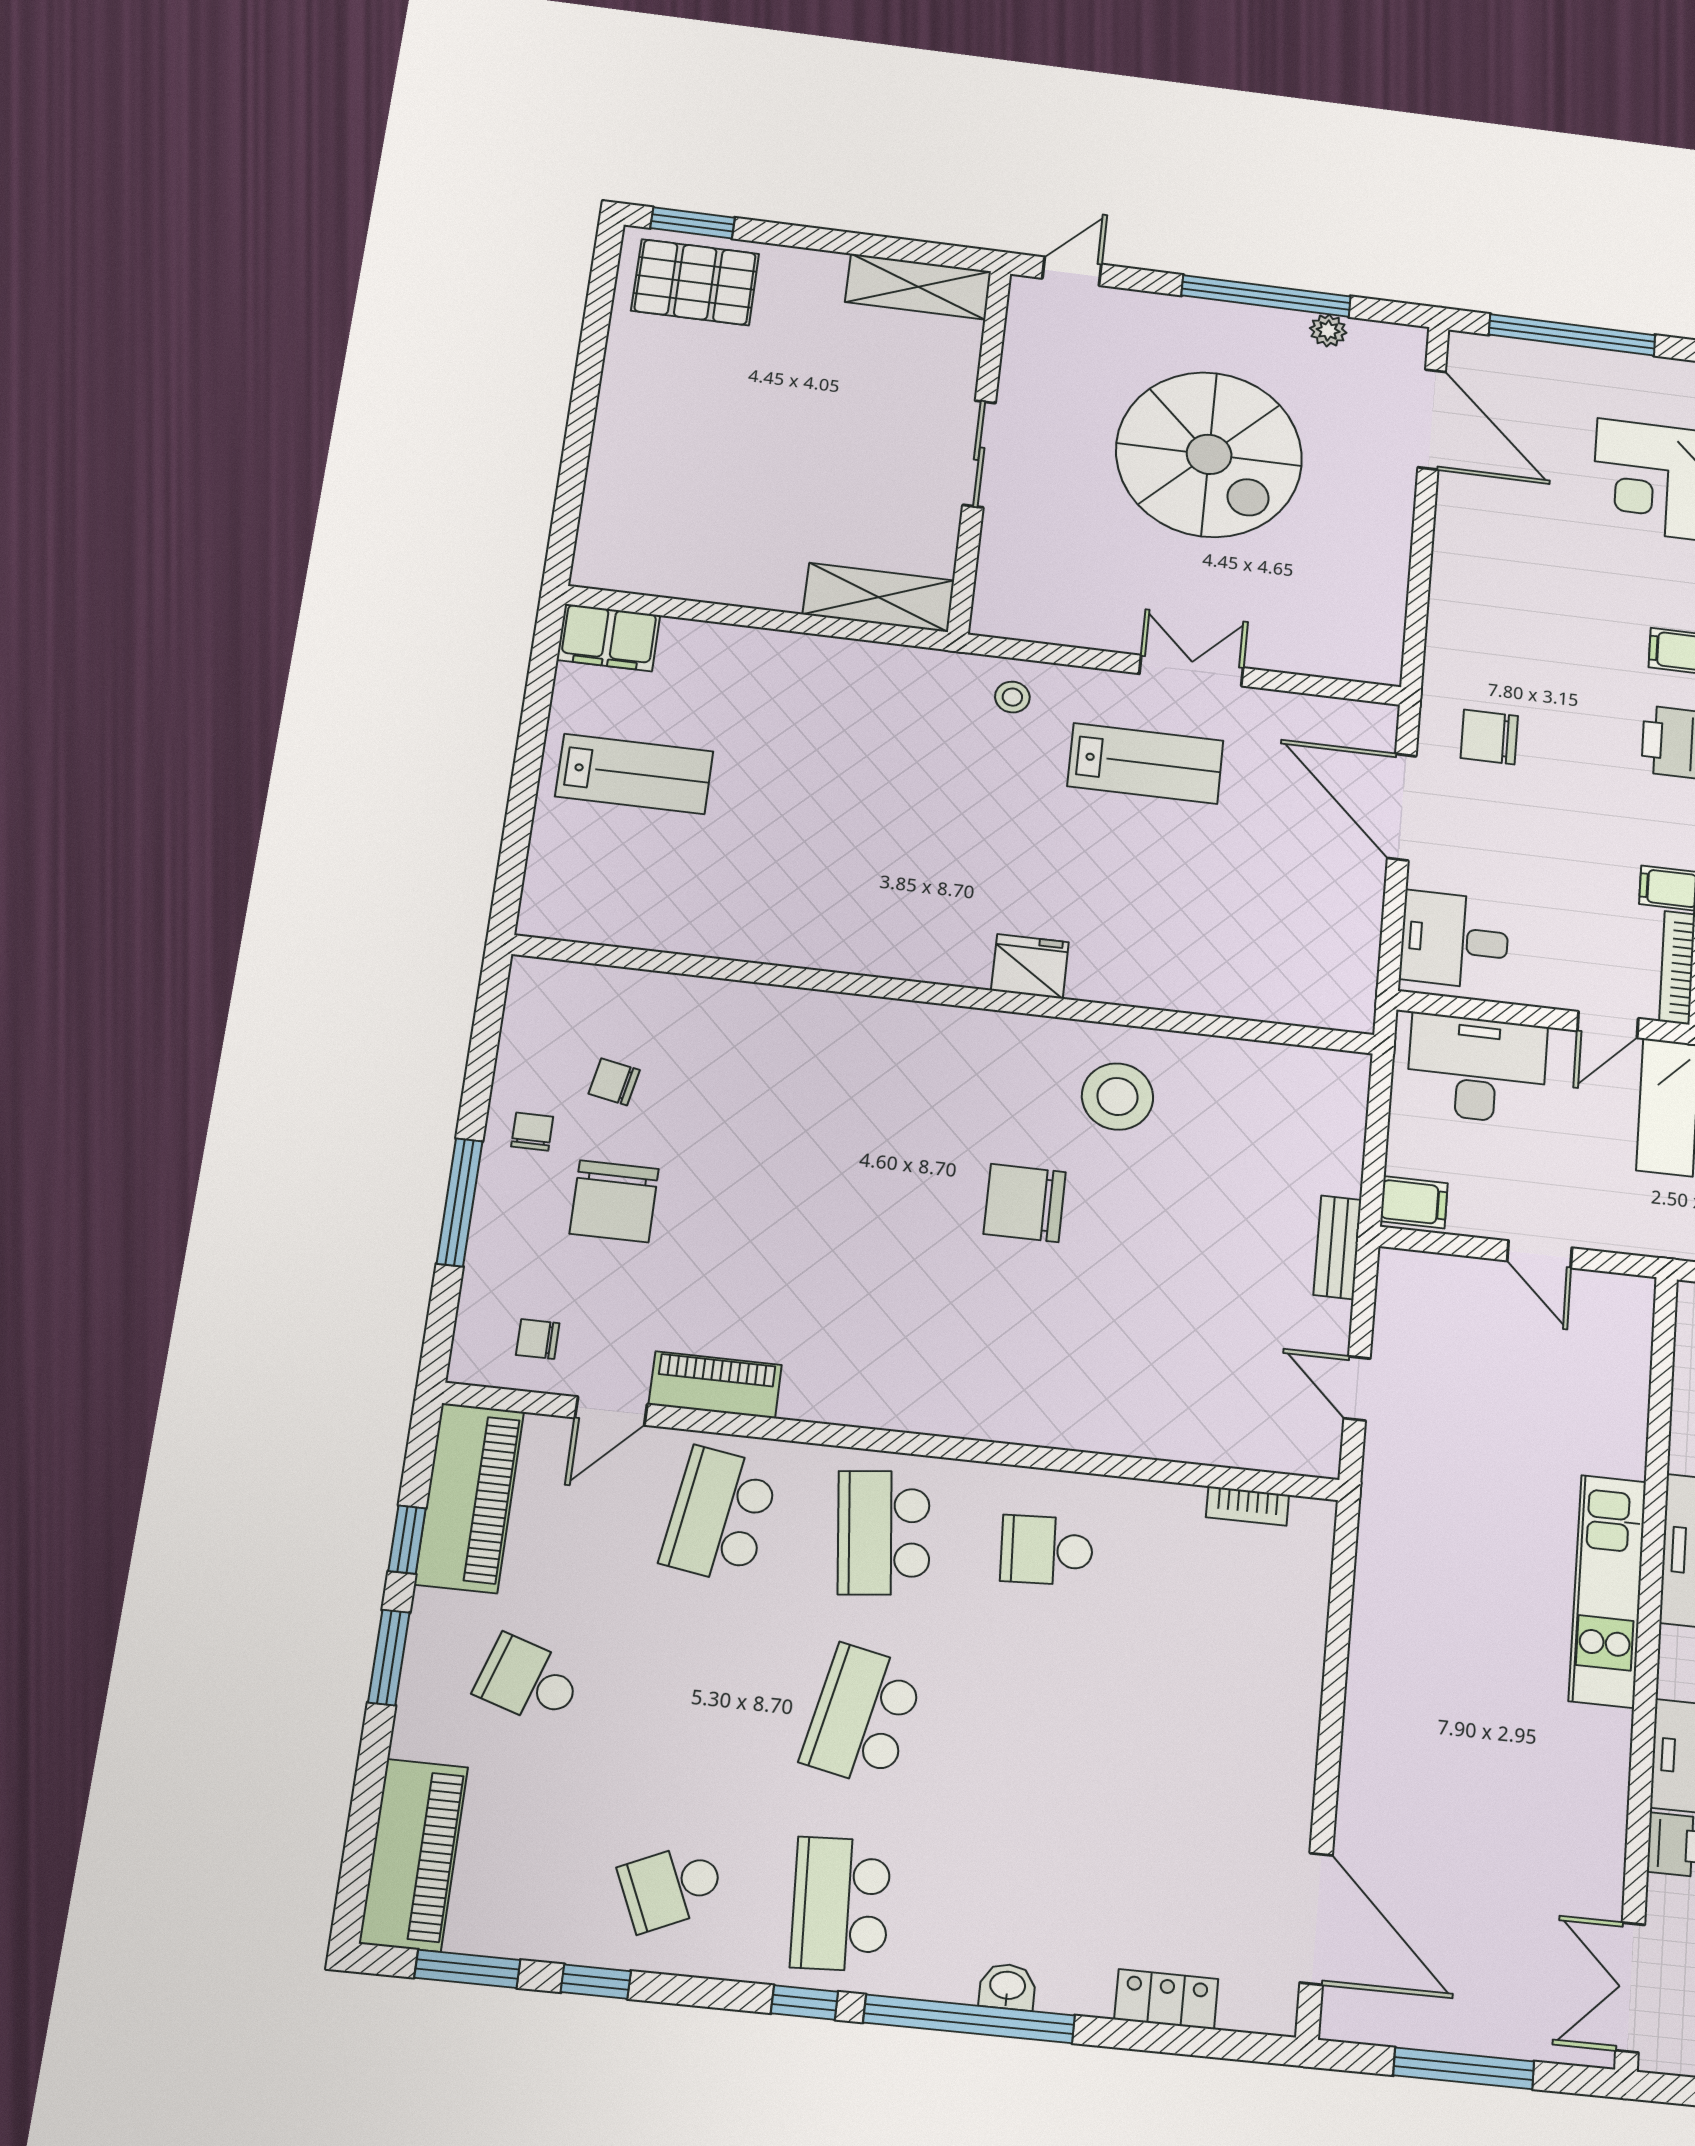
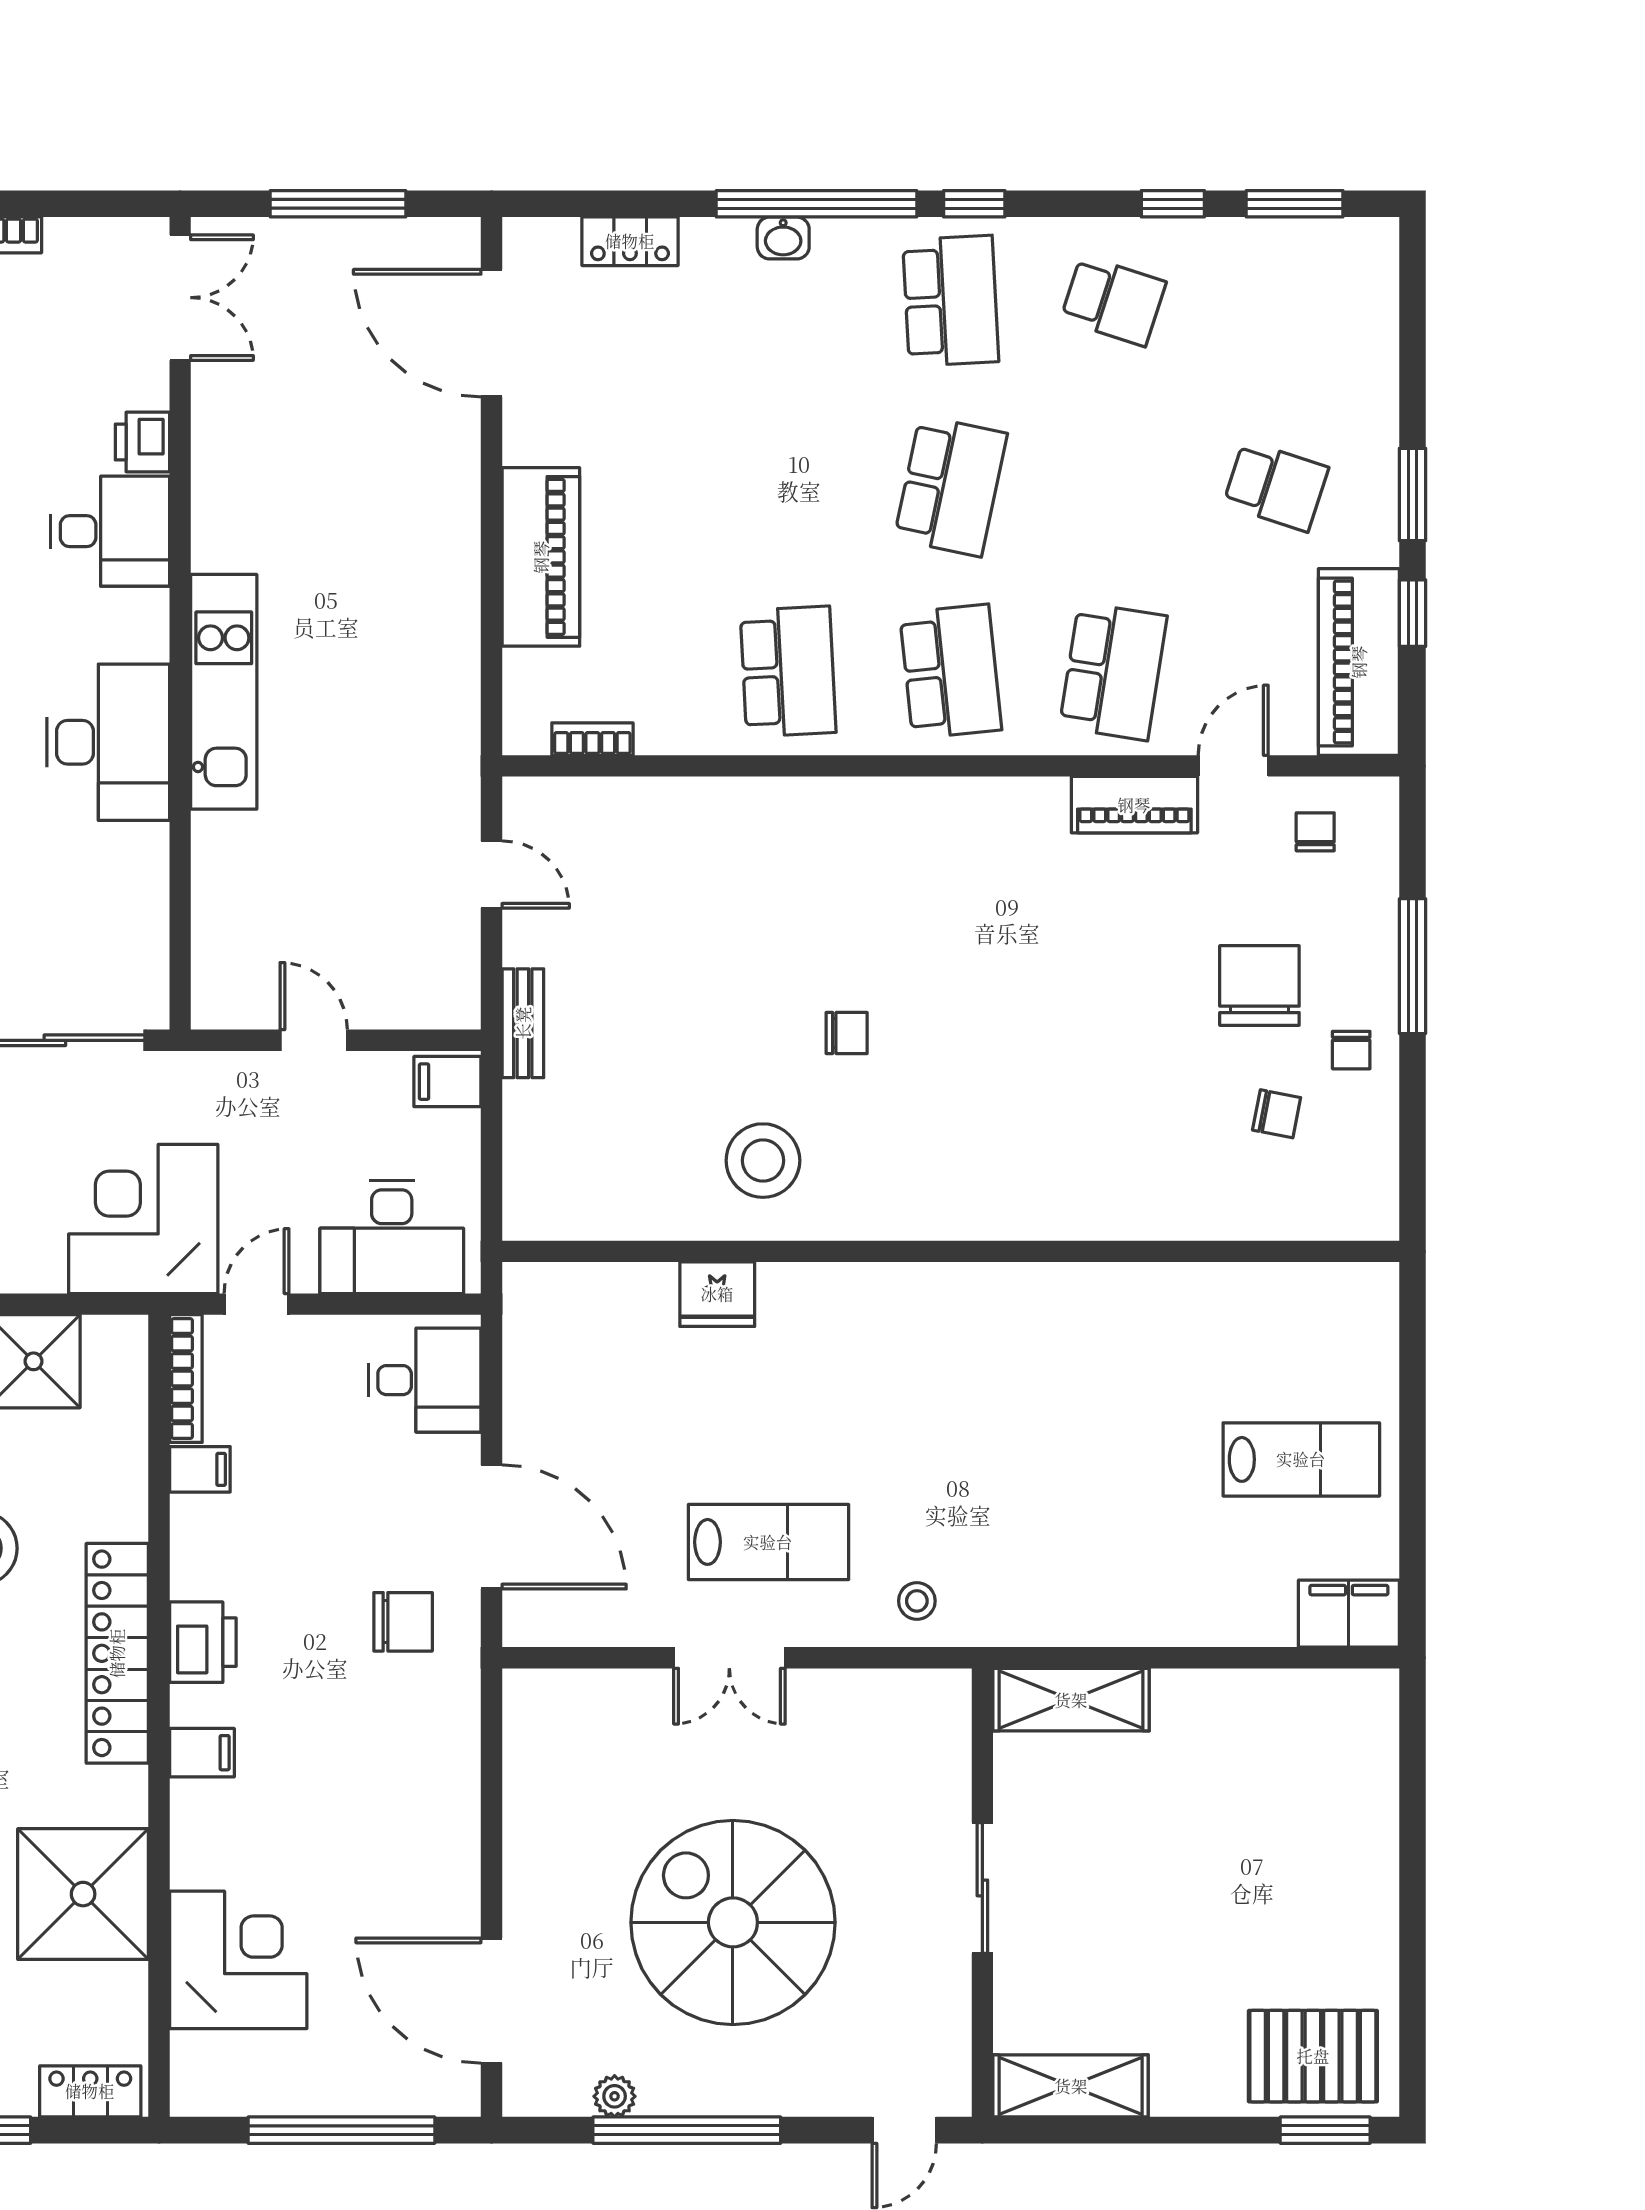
lab bench: (1145, 763) -> (768, 1542), turned 180
lab bench: (634, 774) -> (1301, 1459), turned 180
fridge: (1030, 966) -> (717, 1294), moved
chair: (1025, 1203) -> (847, 1033), width x0.54, depth x0.54
chair: (538, 1339) -> (1315, 832), turned -90
school desk: (1047, 1550) -> (788, 671), width x1.85
piano: (414, 1855) -> (541, 557), moved, turned 180
school desk: (672, 1887) -> (1113, 301), turned 42

